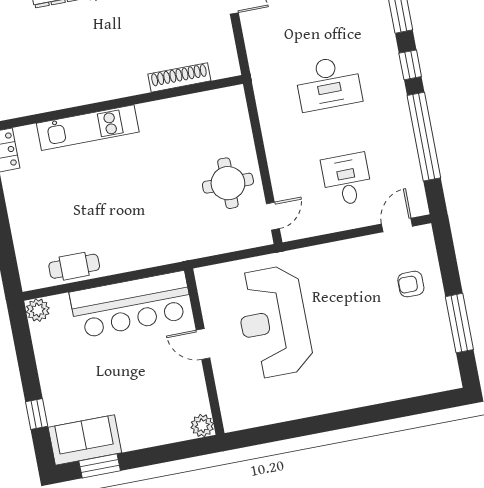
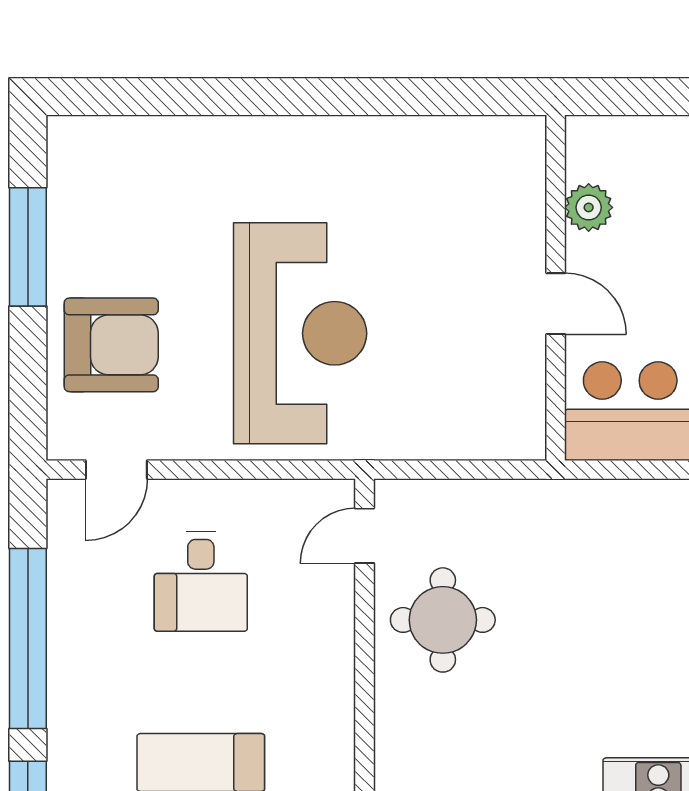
armchair: (411, 284) -> (111, 345), width x1.88, depth x1.88
reception desk: (274, 322) -> (300, 333), moved
plant: (202, 426) -> (589, 207), moved

